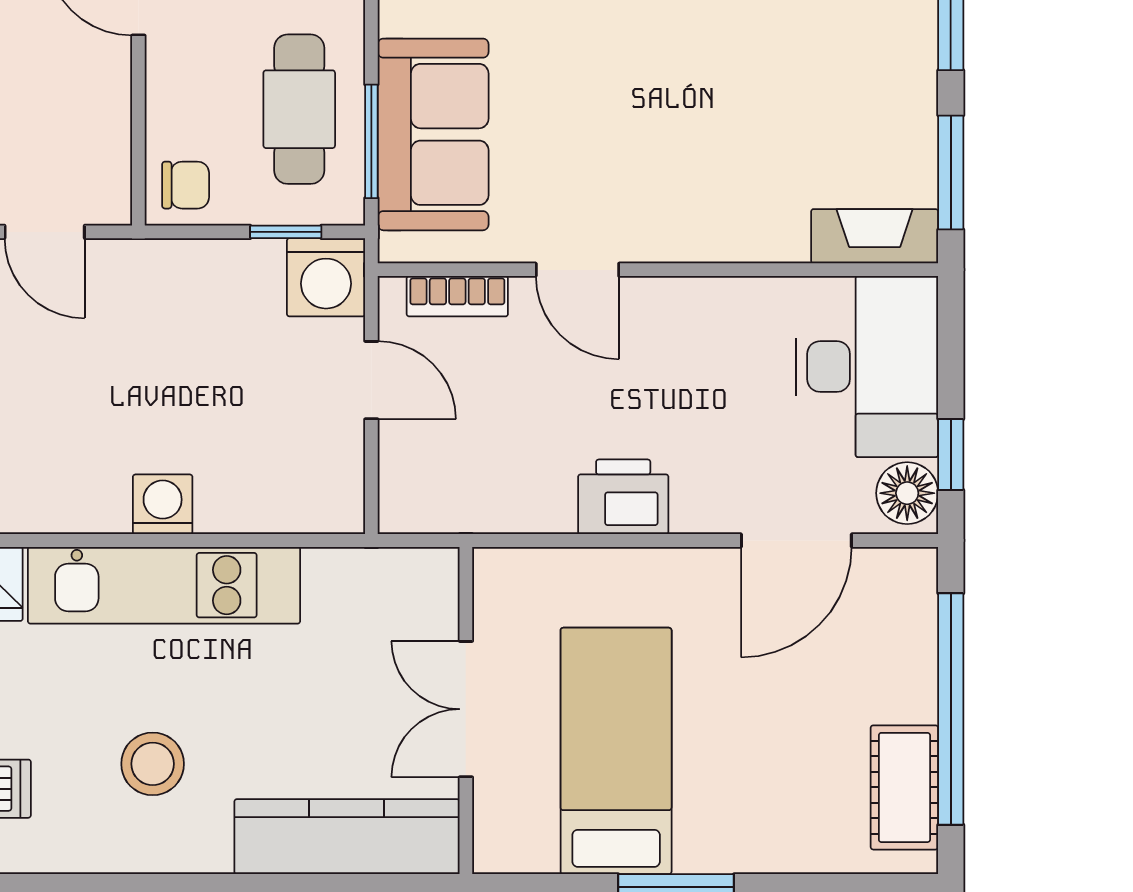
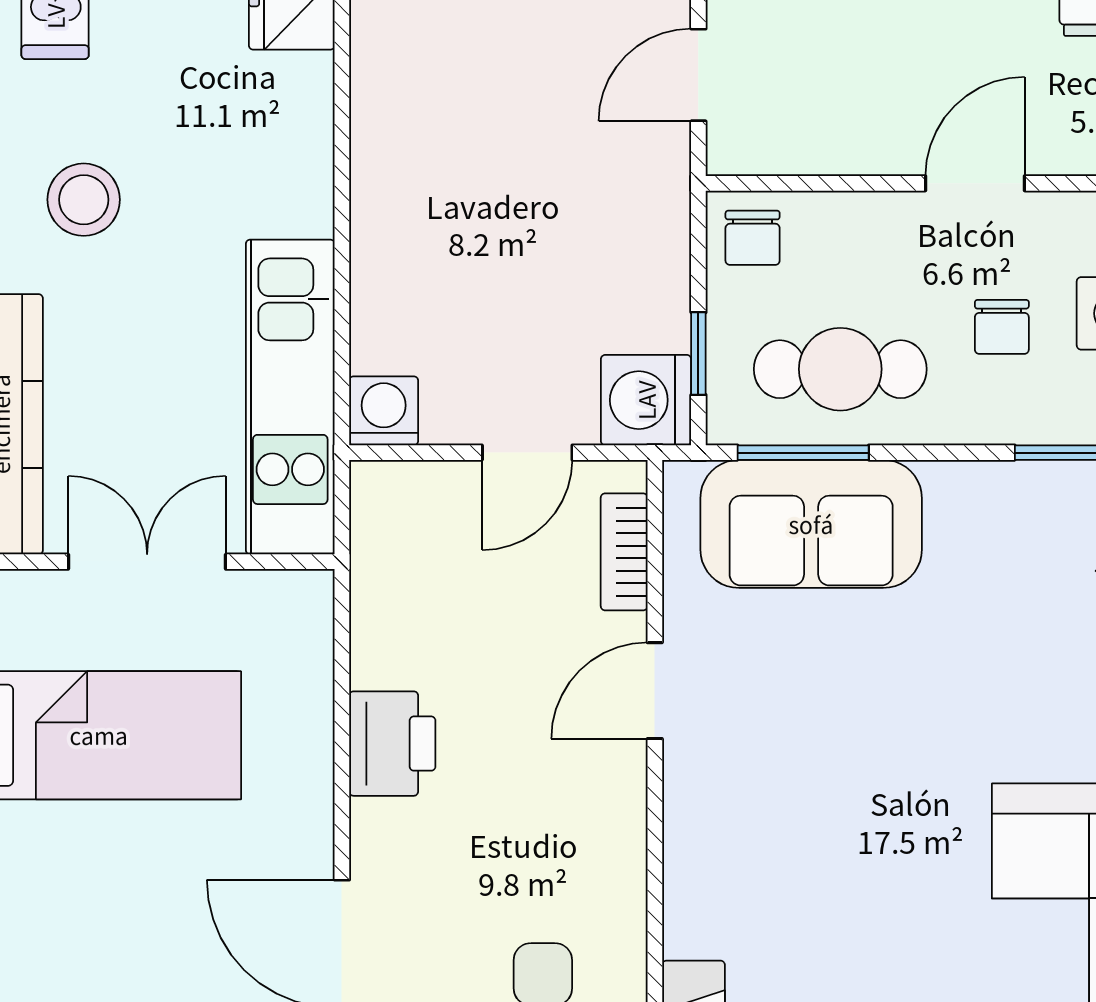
washing machine: (163, 504) -> (384, 411), moved, turned -90
kitchen unit: (164, 585) -> (290, 397), moved

